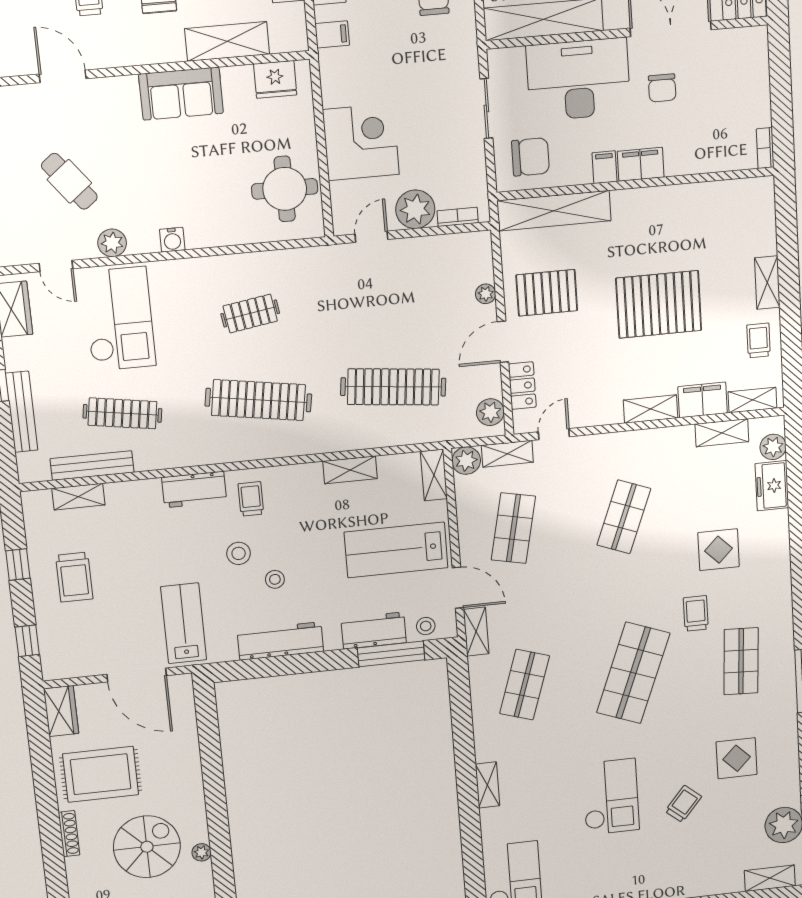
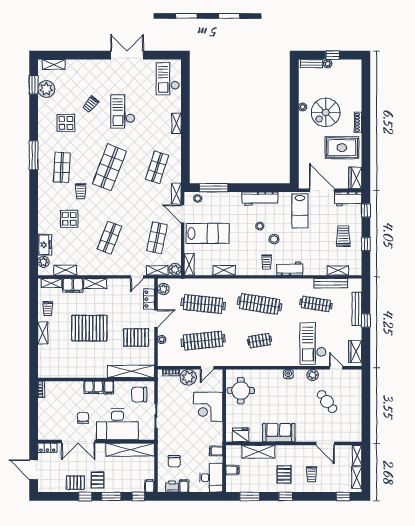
clothes rail: (386, 301) -> (203, 341), added
workbench: (374, 631) -> (348, 199), moved

